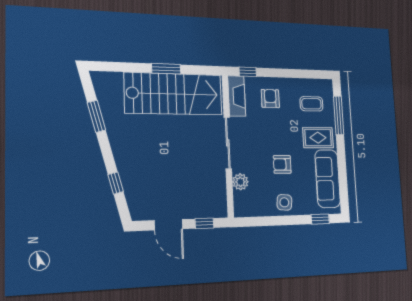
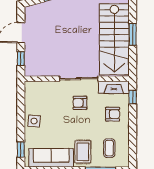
armchair: (282, 164) -> (80, 103), moved, turned -90
plant: (240, 182) -> (50, 87), removed

